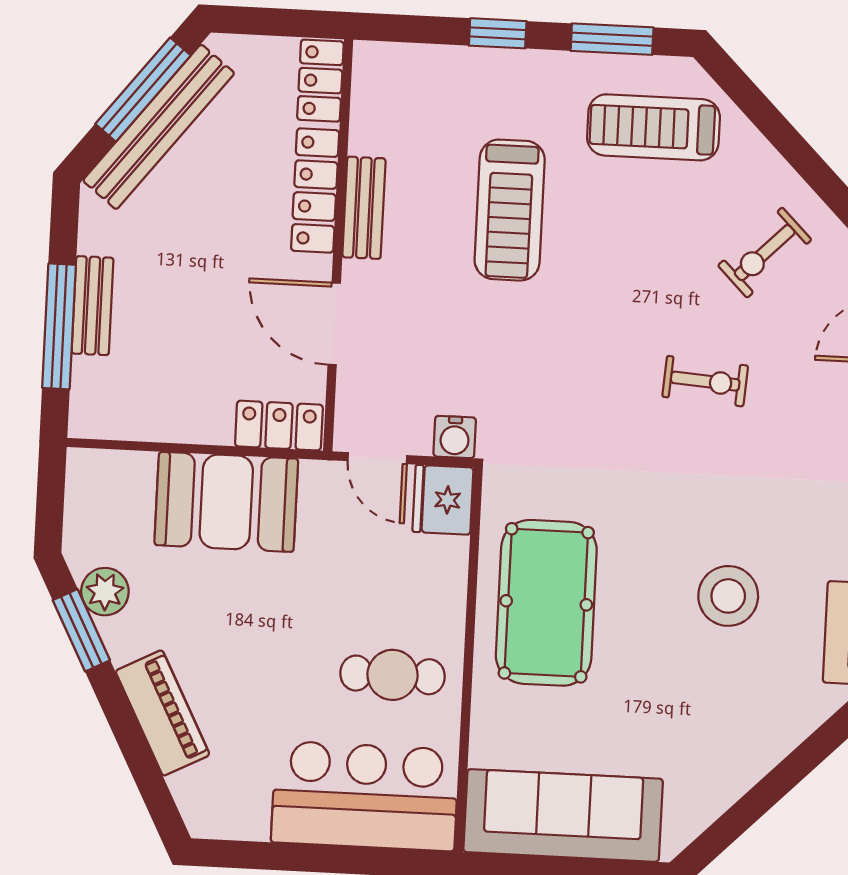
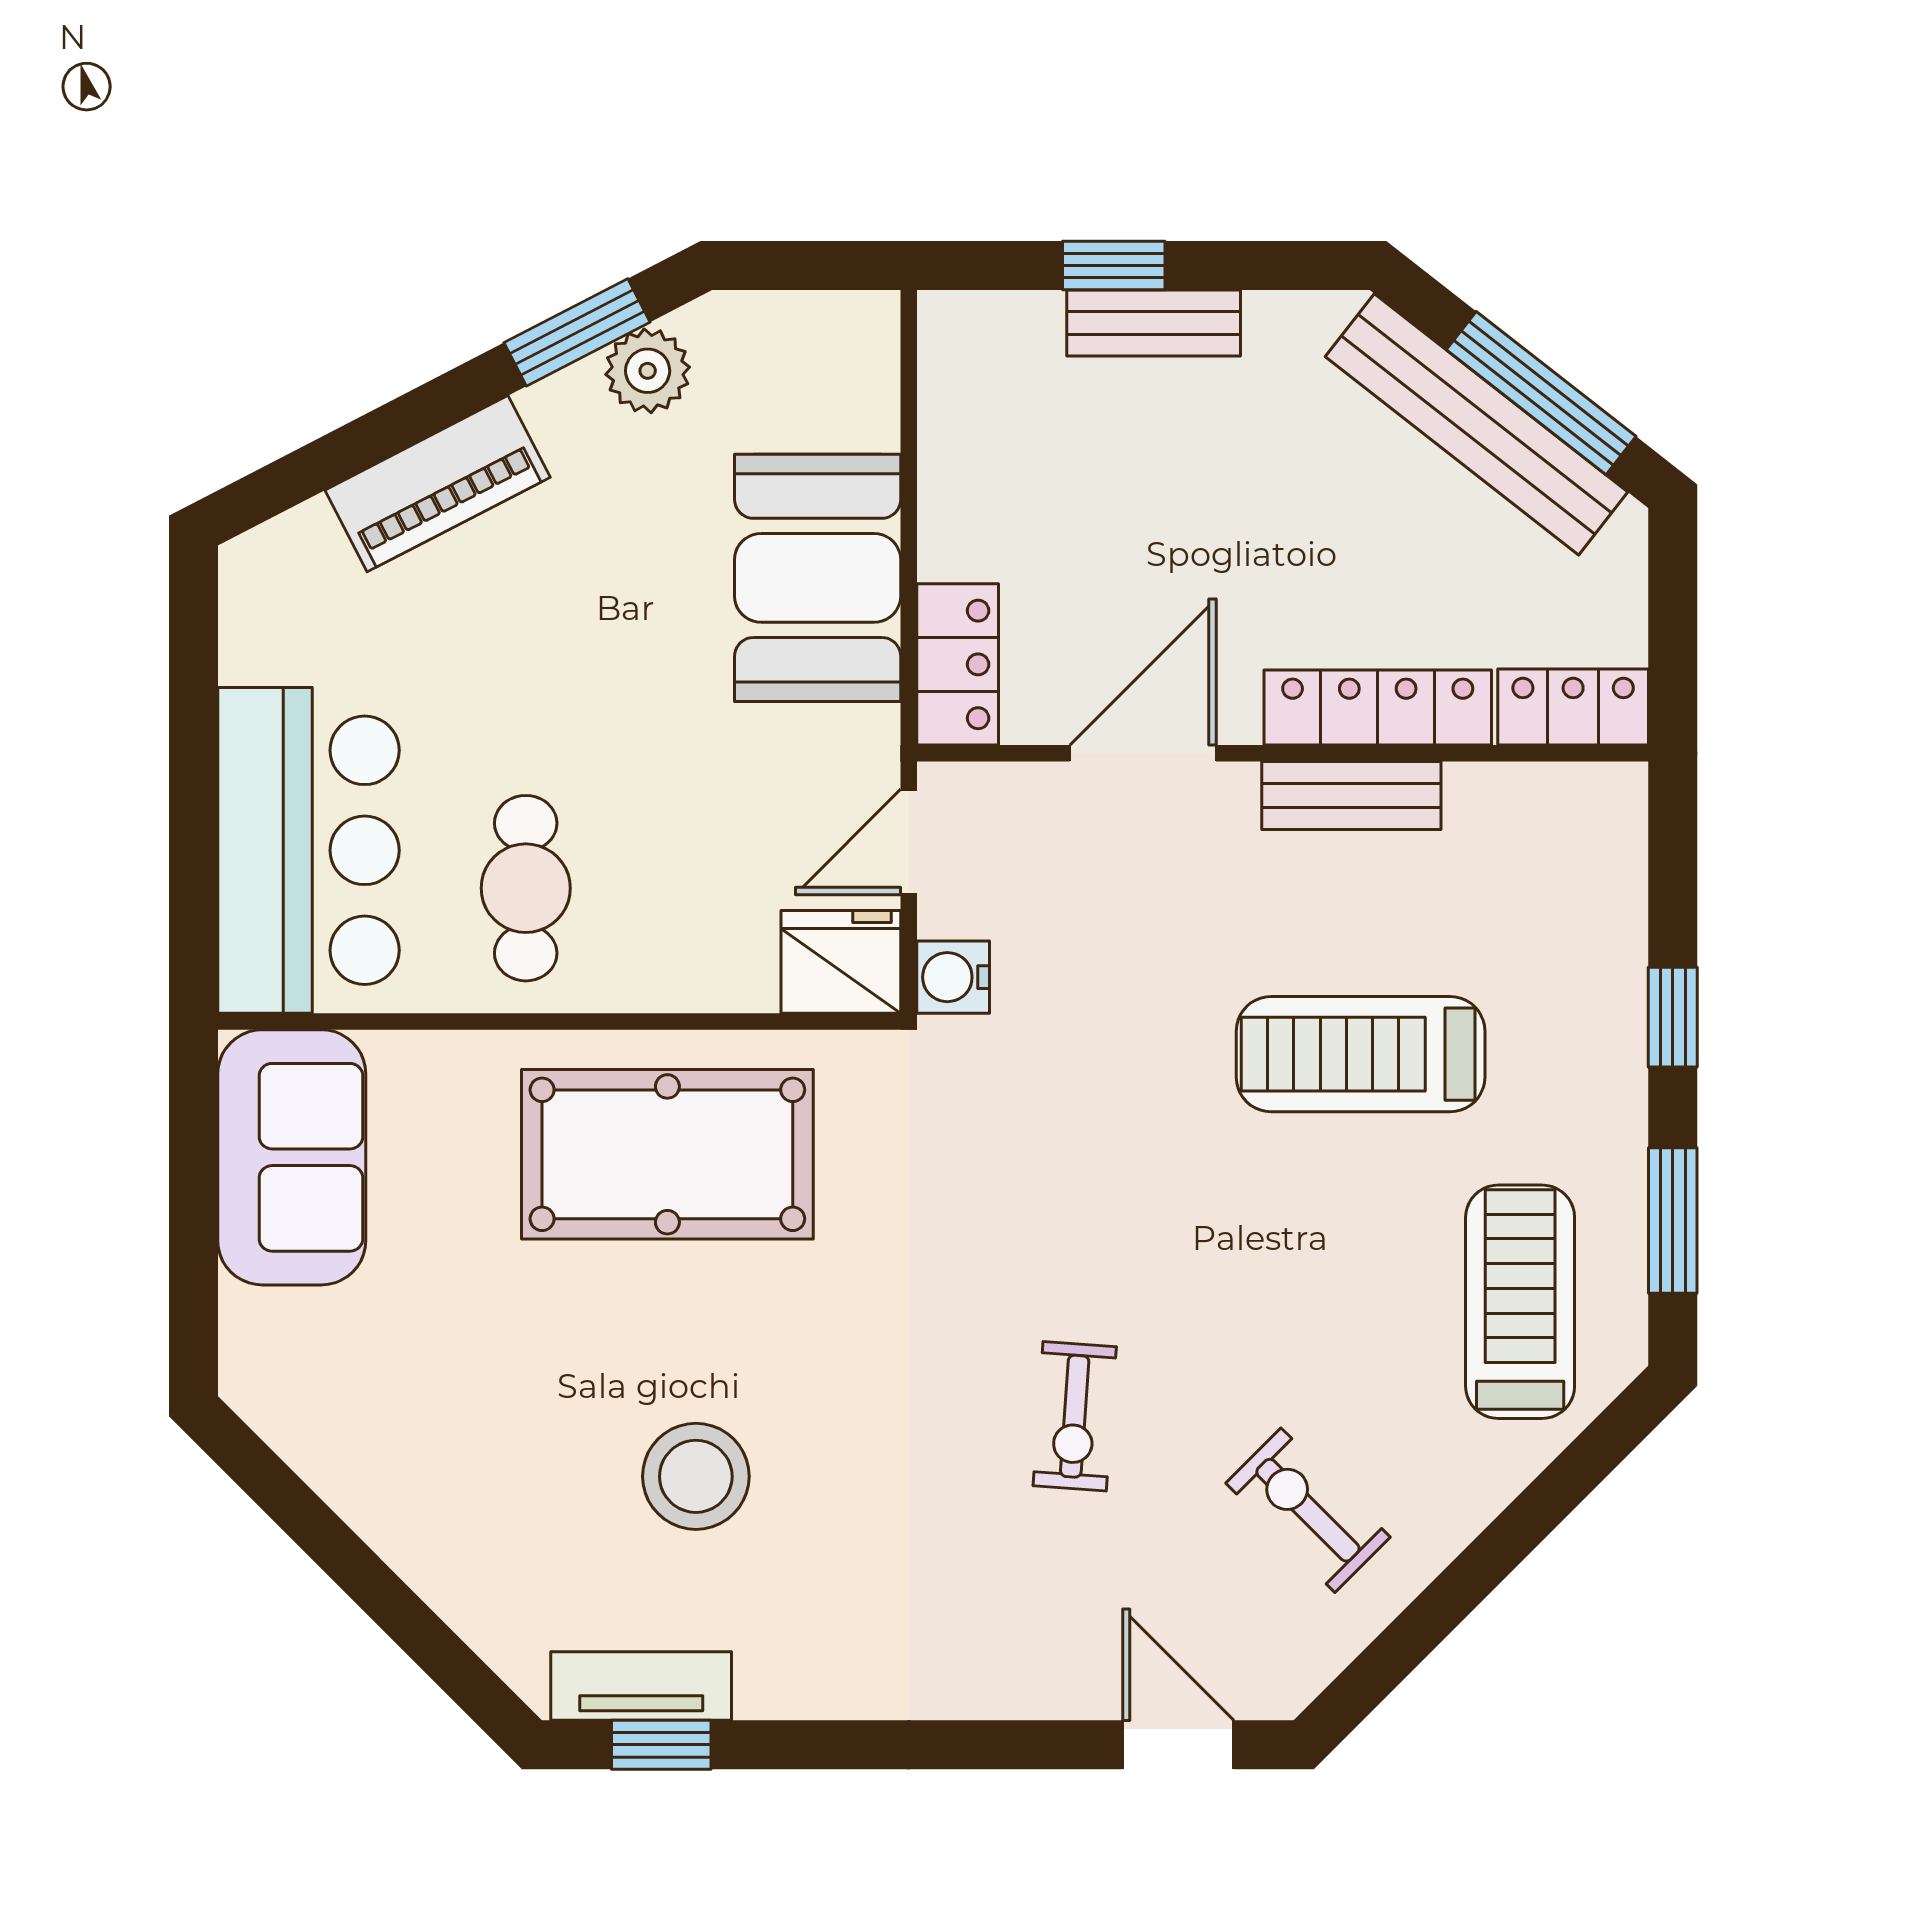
window: (59, 326) -> (1114, 266), width x0.46
sofa: (563, 815) -> (292, 1157), width x0.73

